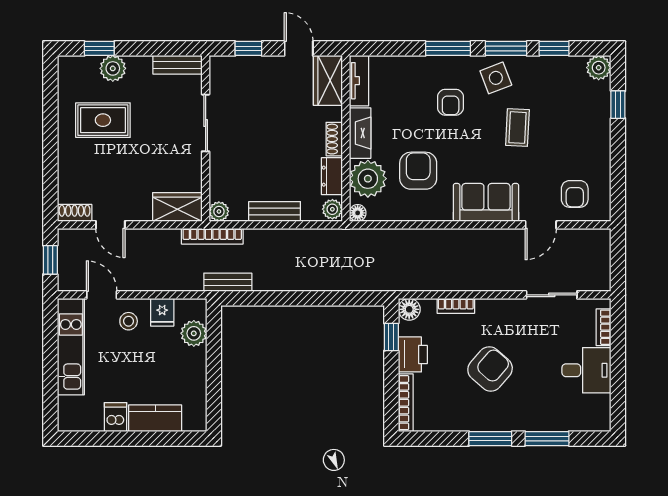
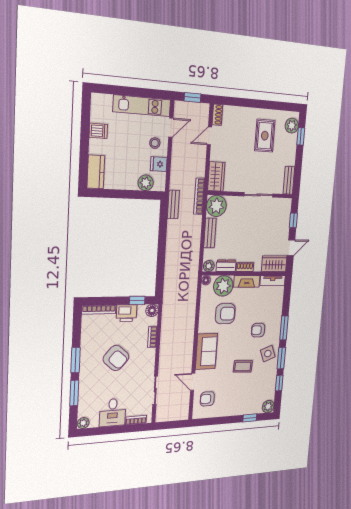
plant: (113, 68) -> (292, 126), moved
plant: (219, 211) -> (216, 206), width x1.88, depth x1.88
kitchen counter: (155, 418) -> (96, 172), moved
plant: (601, 421) -> (83, 423), added

